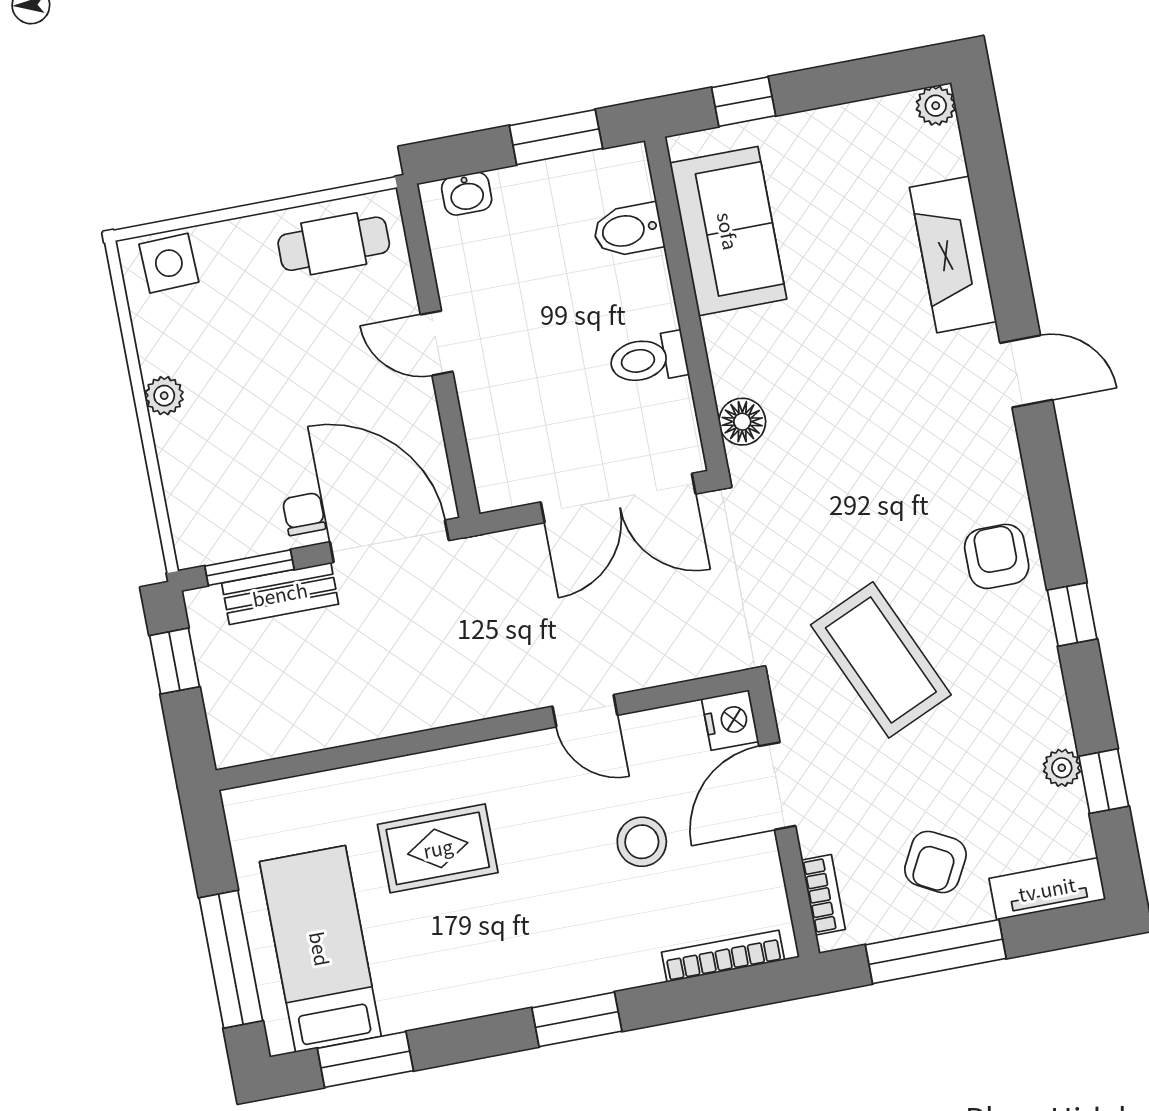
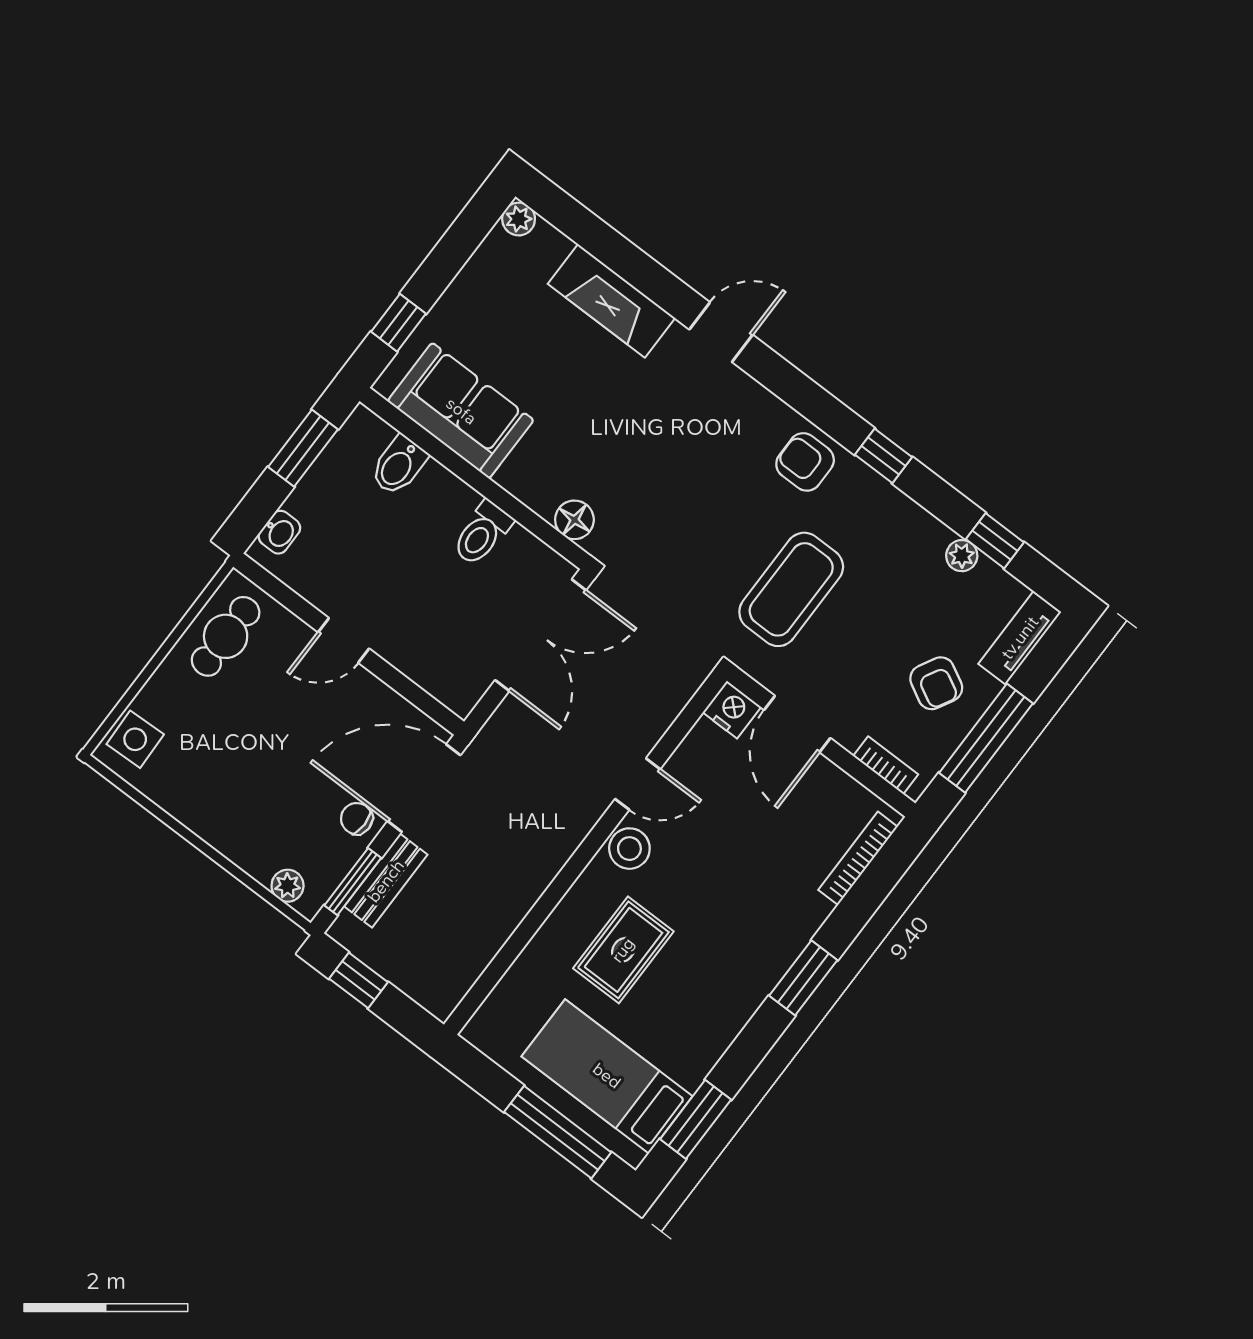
plant: (164, 396) -> (288, 886), moved
coffee table: (881, 660) -> (791, 589), turned -66
stool: (642, 842) -> (629, 849), moved

